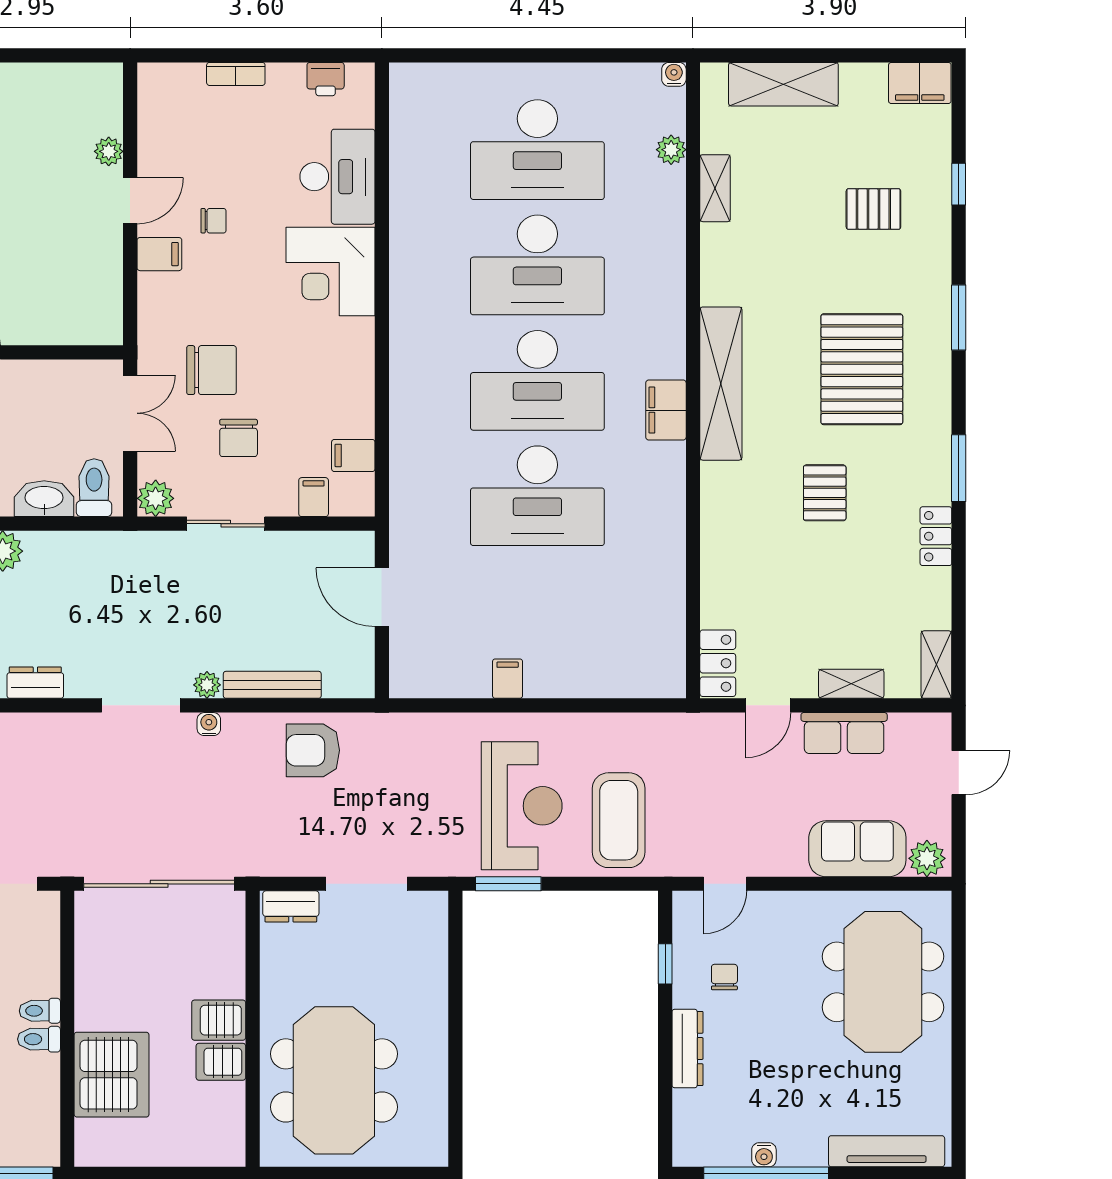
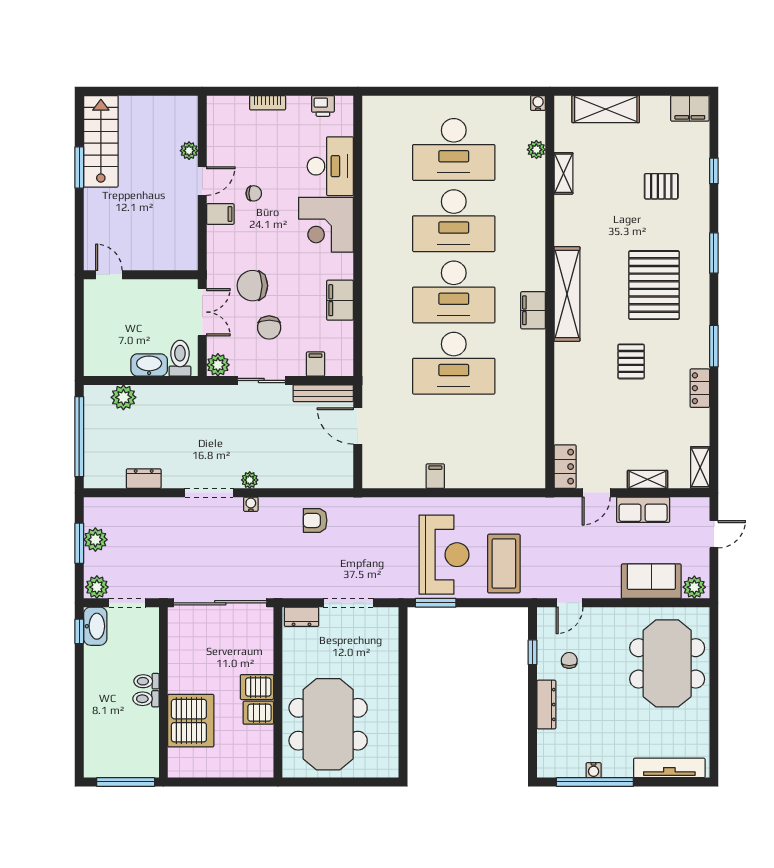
chair: (211, 370) -> (252, 286), turned 180
filing cabinet: (353, 455) -> (340, 300), moved, width x2.00
bench: (272, 685) -> (323, 393), moved
armchair: (313, 750) -> (315, 520), width x0.72, depth x0.72

